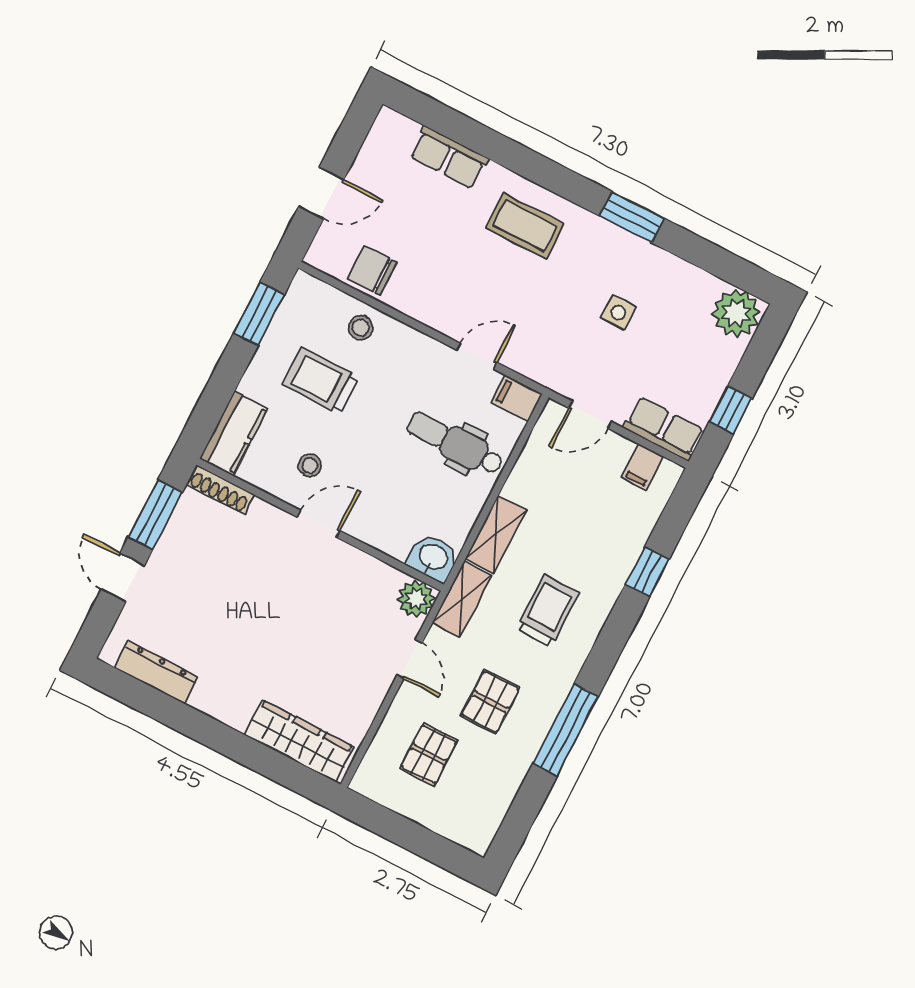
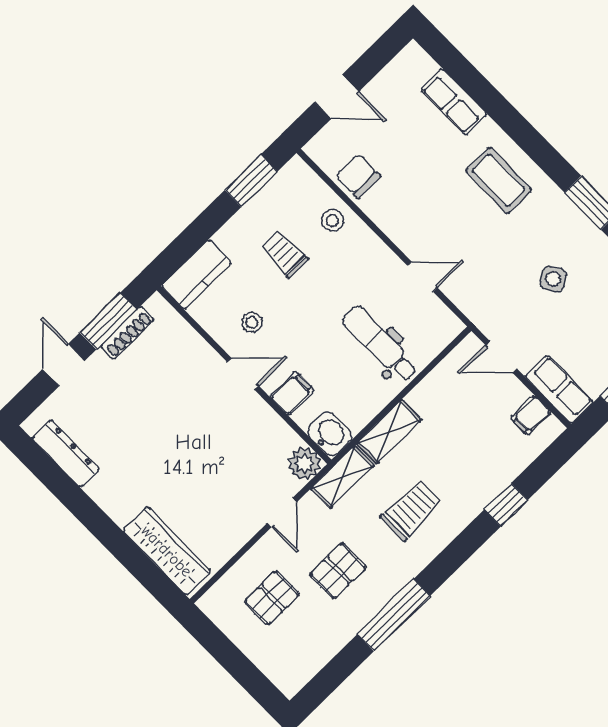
side table: (618, 312) -> (553, 279), turned -33
trolley: (321, 381) -> (284, 254), width x0.73, depth x0.72
filing cabinet: (517, 398) -> (292, 393), moved, turned 90
shoe rack: (220, 489) -> (127, 333), moved, turned -90

